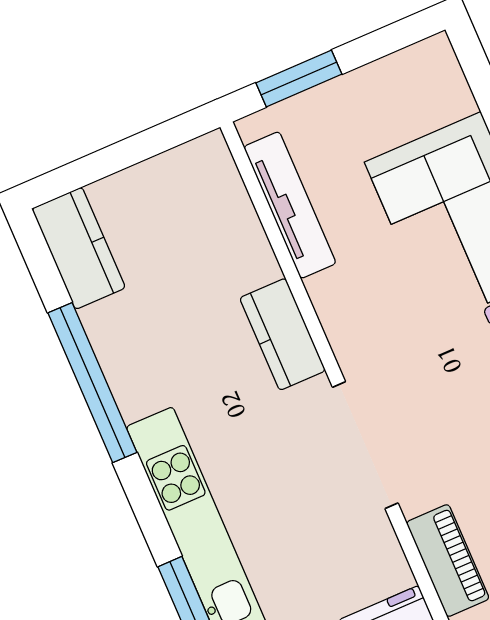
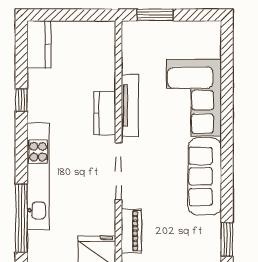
tv unit: (290, 205) -> (130, 105), moved
window: (92, 383) -> (21, 100), width x0.32

